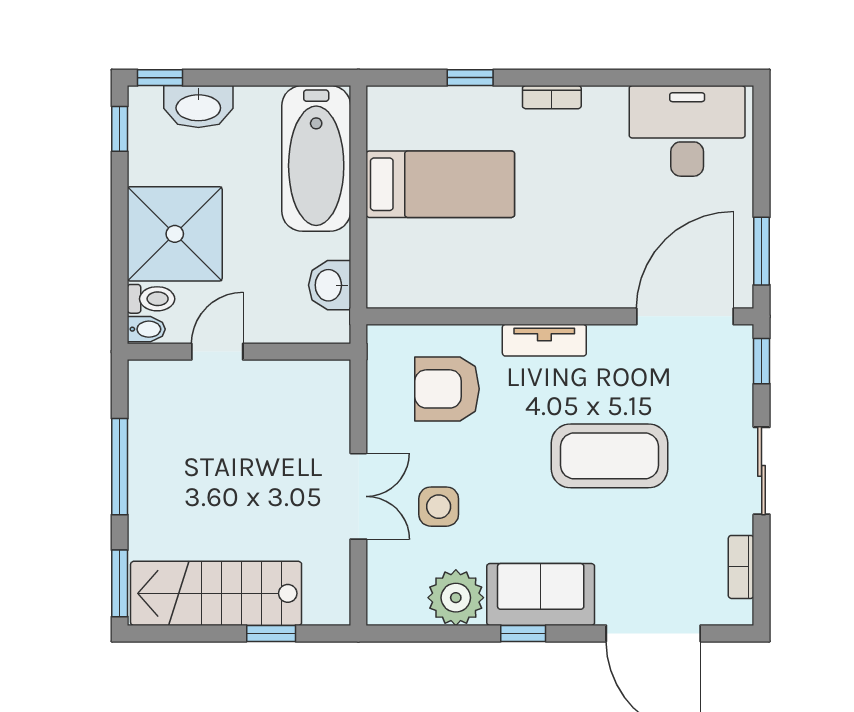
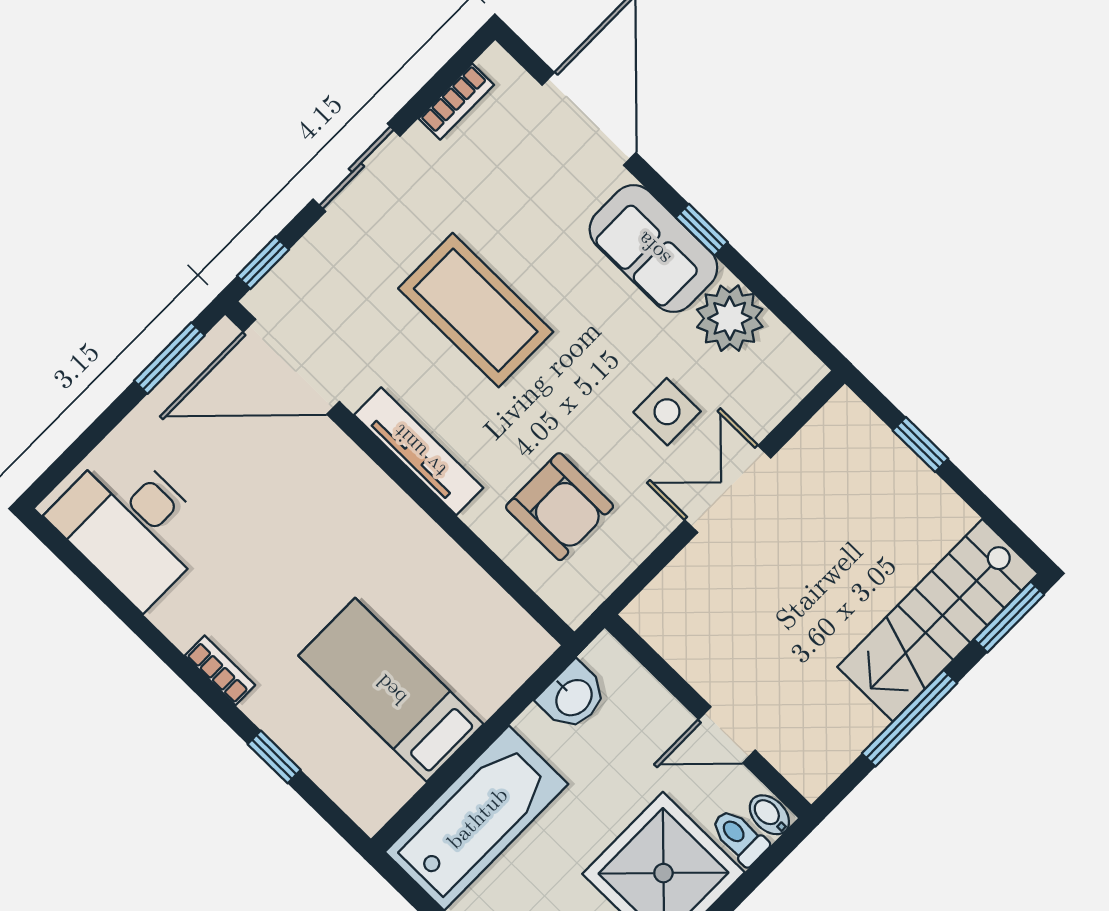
tv unit: (544, 340) -> (419, 451), width x1.41
stairs: (216, 593) -> (938, 620), moved, turned 90

